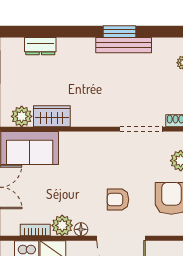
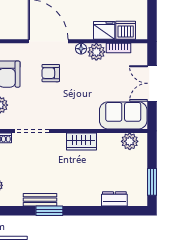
bench: (124, 45) -> (40, 200), width x0.73
wardrobe: (52, 116) -> (81, 141), moved
armchair: (118, 200) -> (51, 73), turned 180

